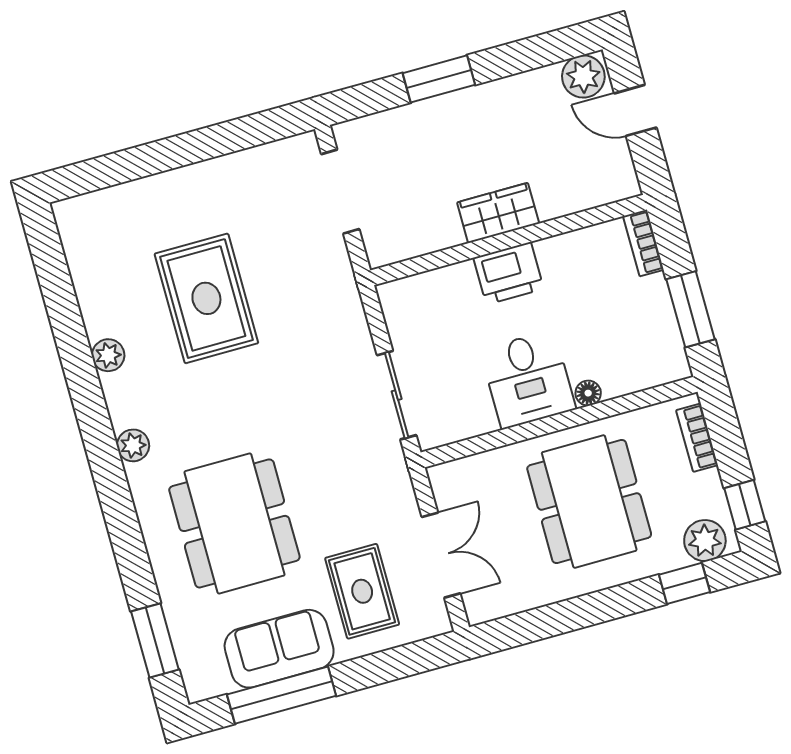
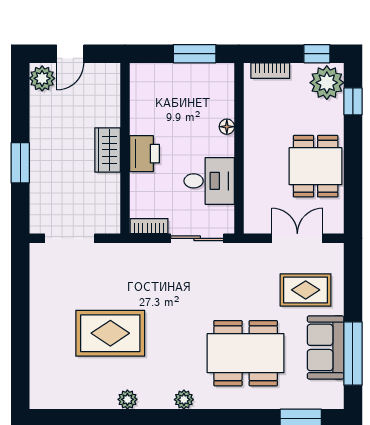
bookcase: (643, 243) -> (149, 226), moved, turned 180
desk: (528, 379) -> (209, 181), moved
dining table: (589, 501) -> (316, 166), moved, width x0.73
plant: (705, 541) -> (327, 83), width x1.36, depth x1.36

